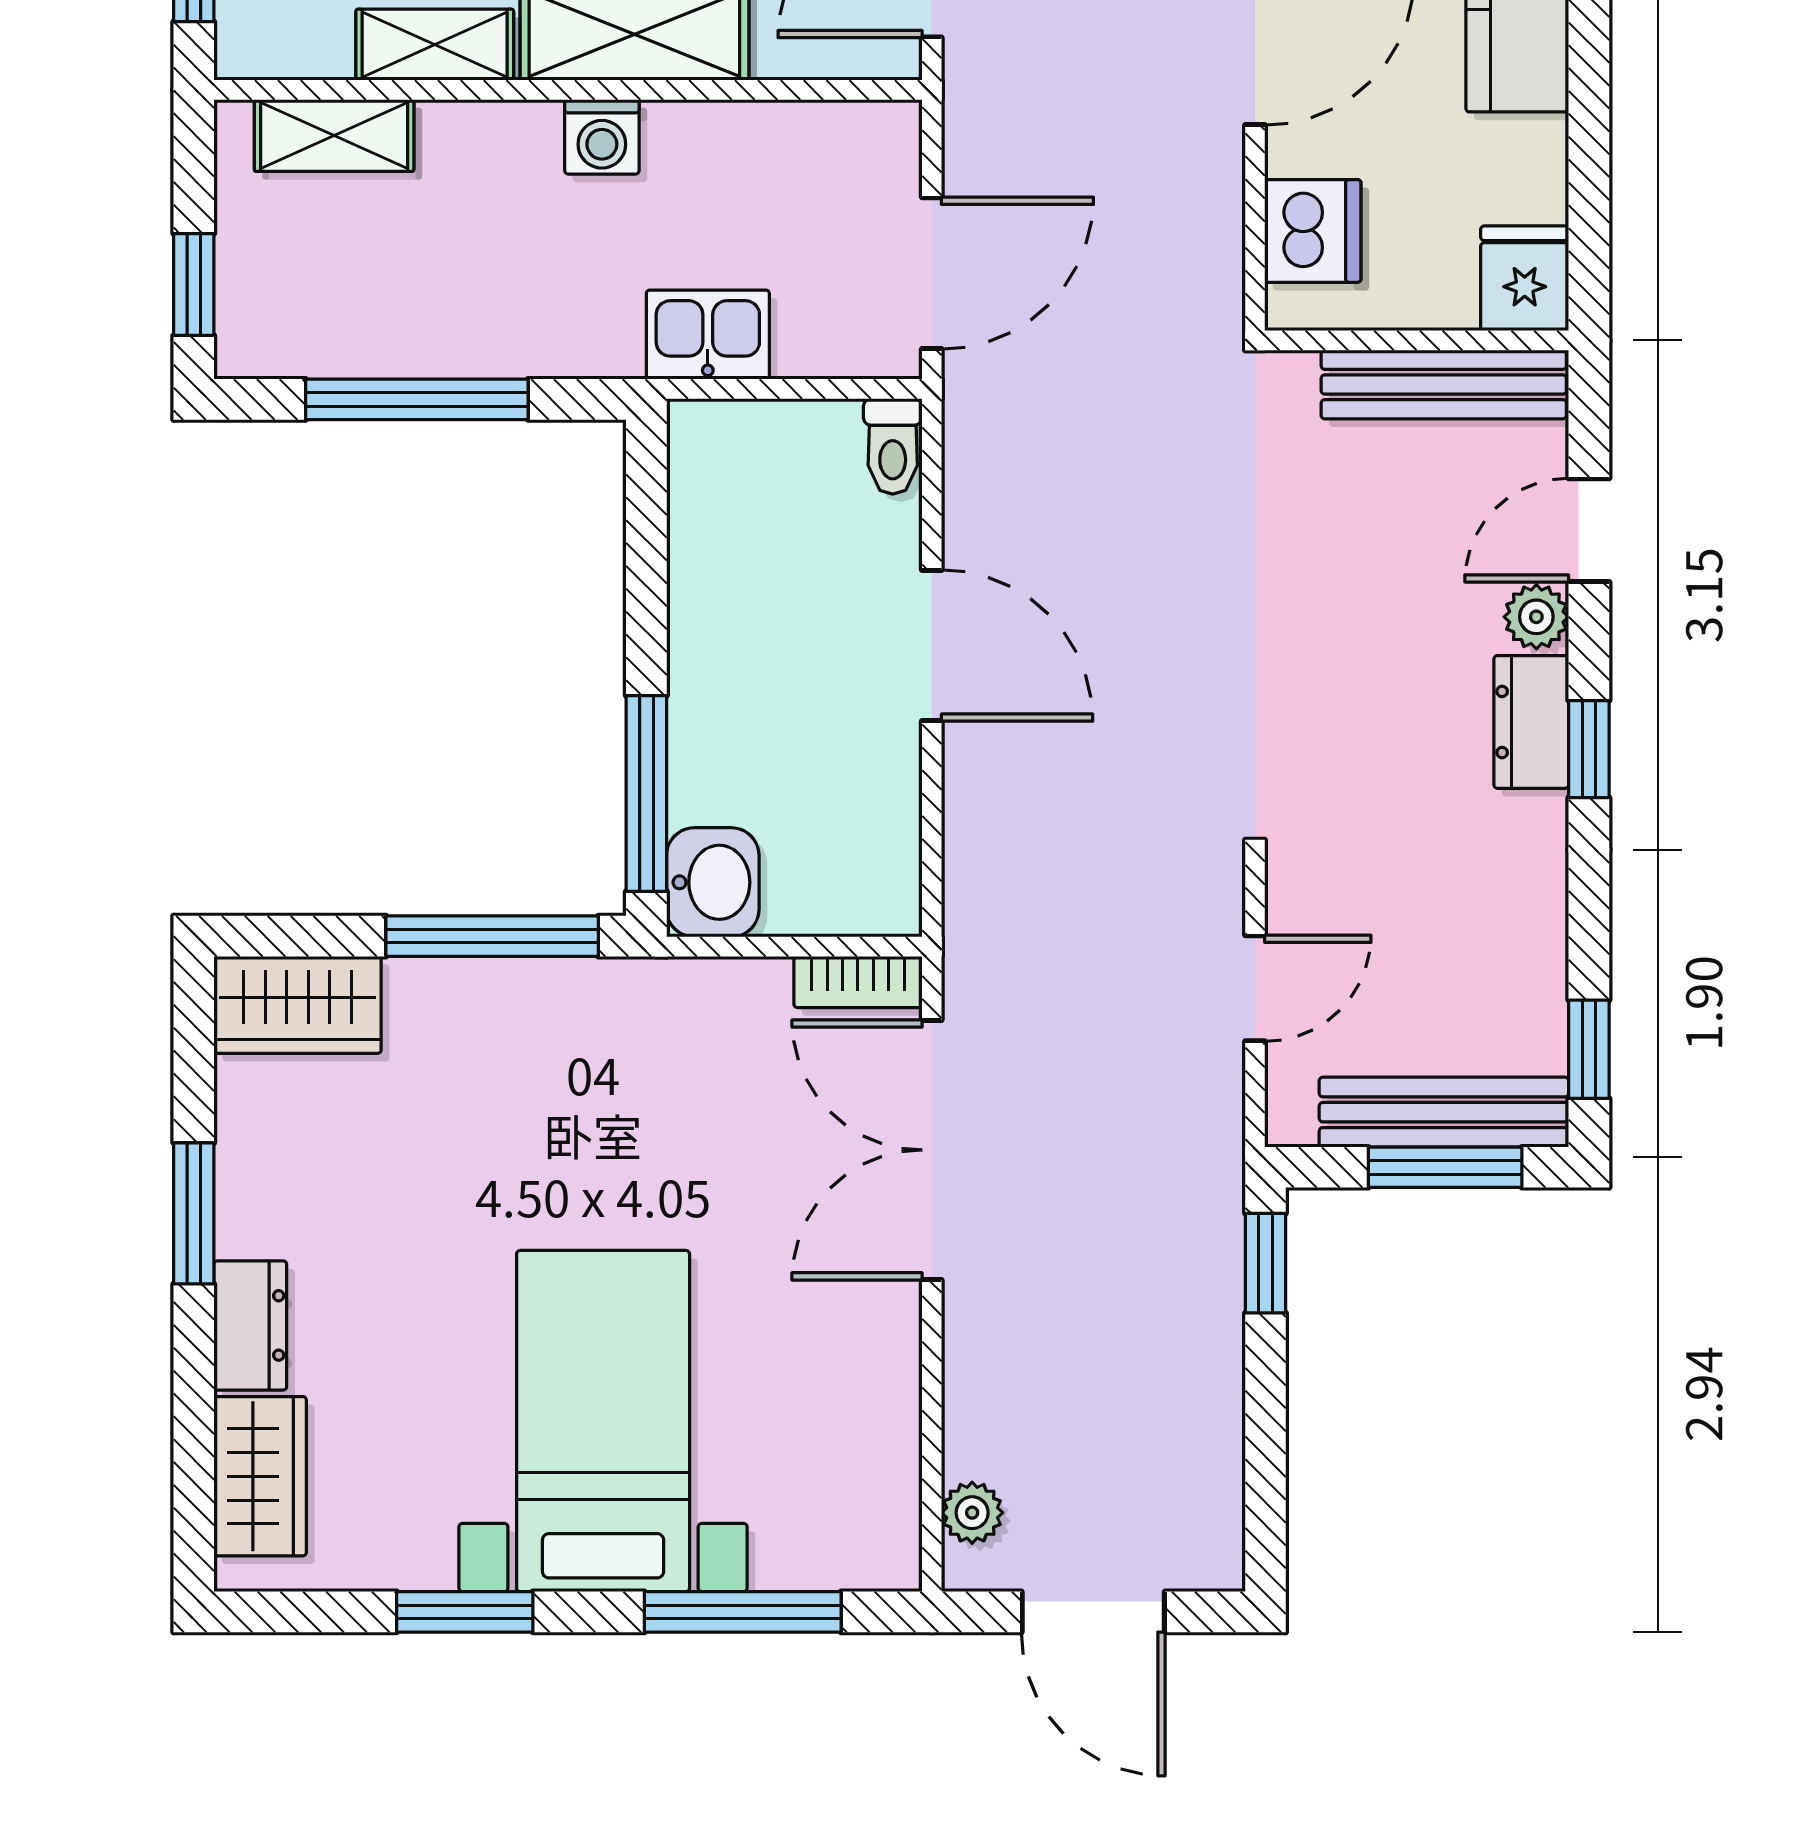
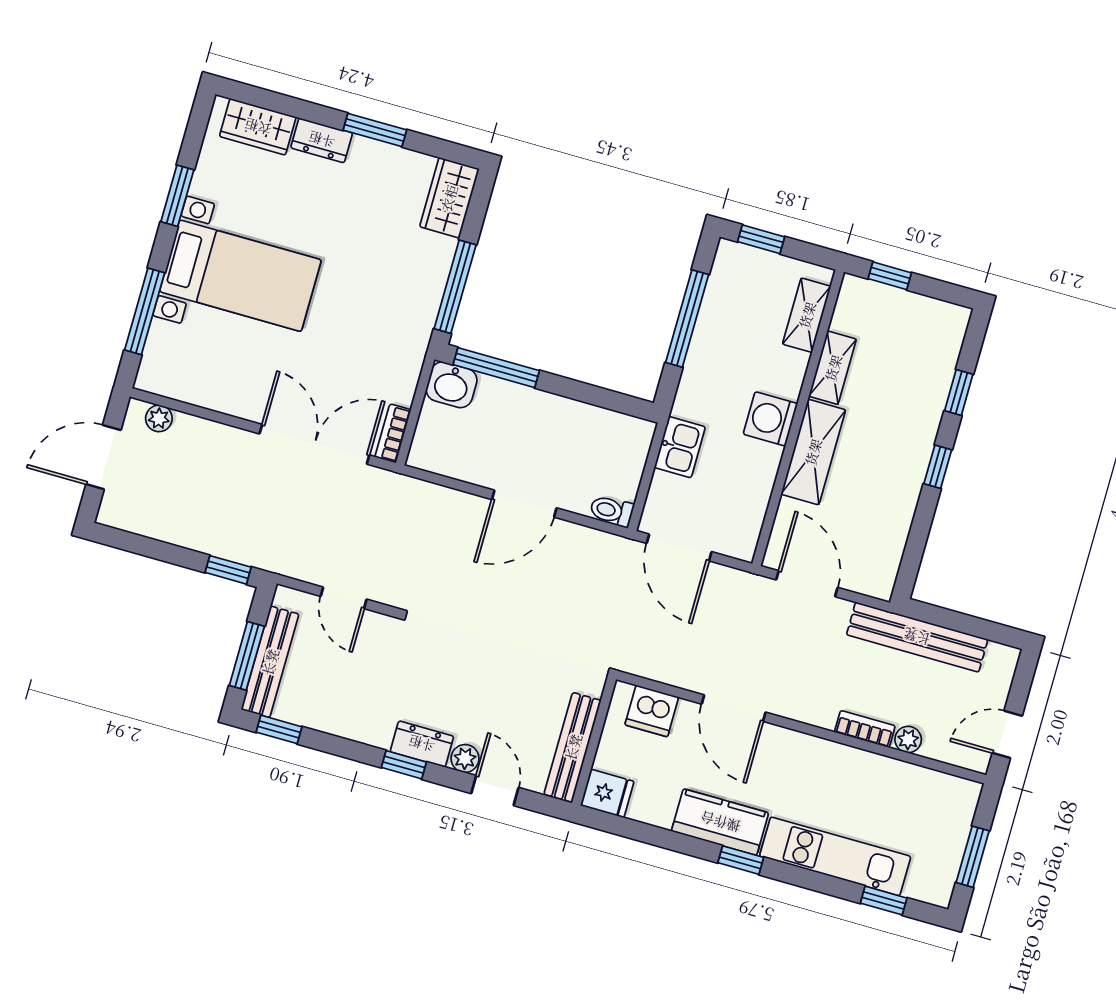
washing machine: (602, 137) -> (770, 419), width x1.38, depth x1.38

